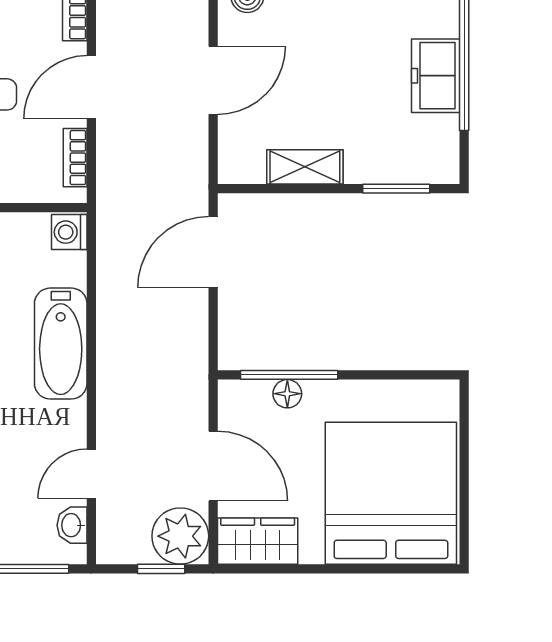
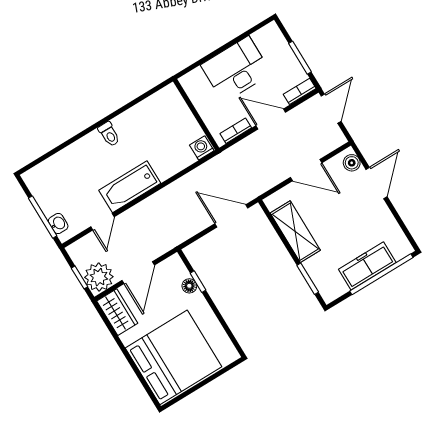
freezer: (436, 76) -> (367, 266), width x1.40
shelving: (305, 167) -> (295, 232), width x1.50, depth x1.33
bathtub: (61, 344) -> (130, 187), moved
window: (289, 375) -> (198, 282), width x0.46
door: (91, 474) -> (102, 222), swing flipped
washbasin: (72, 525) -> (58, 224), moved, turned 90

